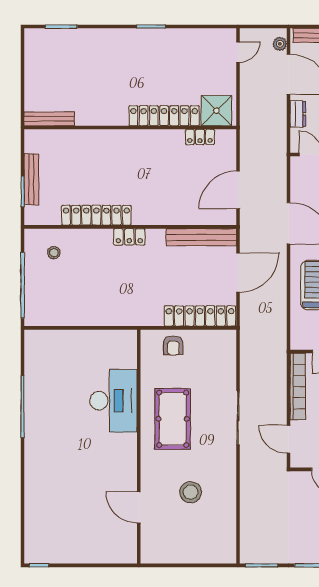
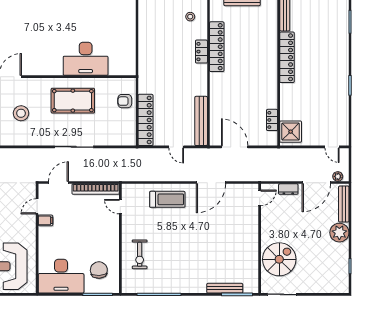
locker: (164, 116) -> (287, 57), moved
locker: (129, 237) -> (201, 52), moved
door: (238, 273) -> (176, 147), width x0.53

